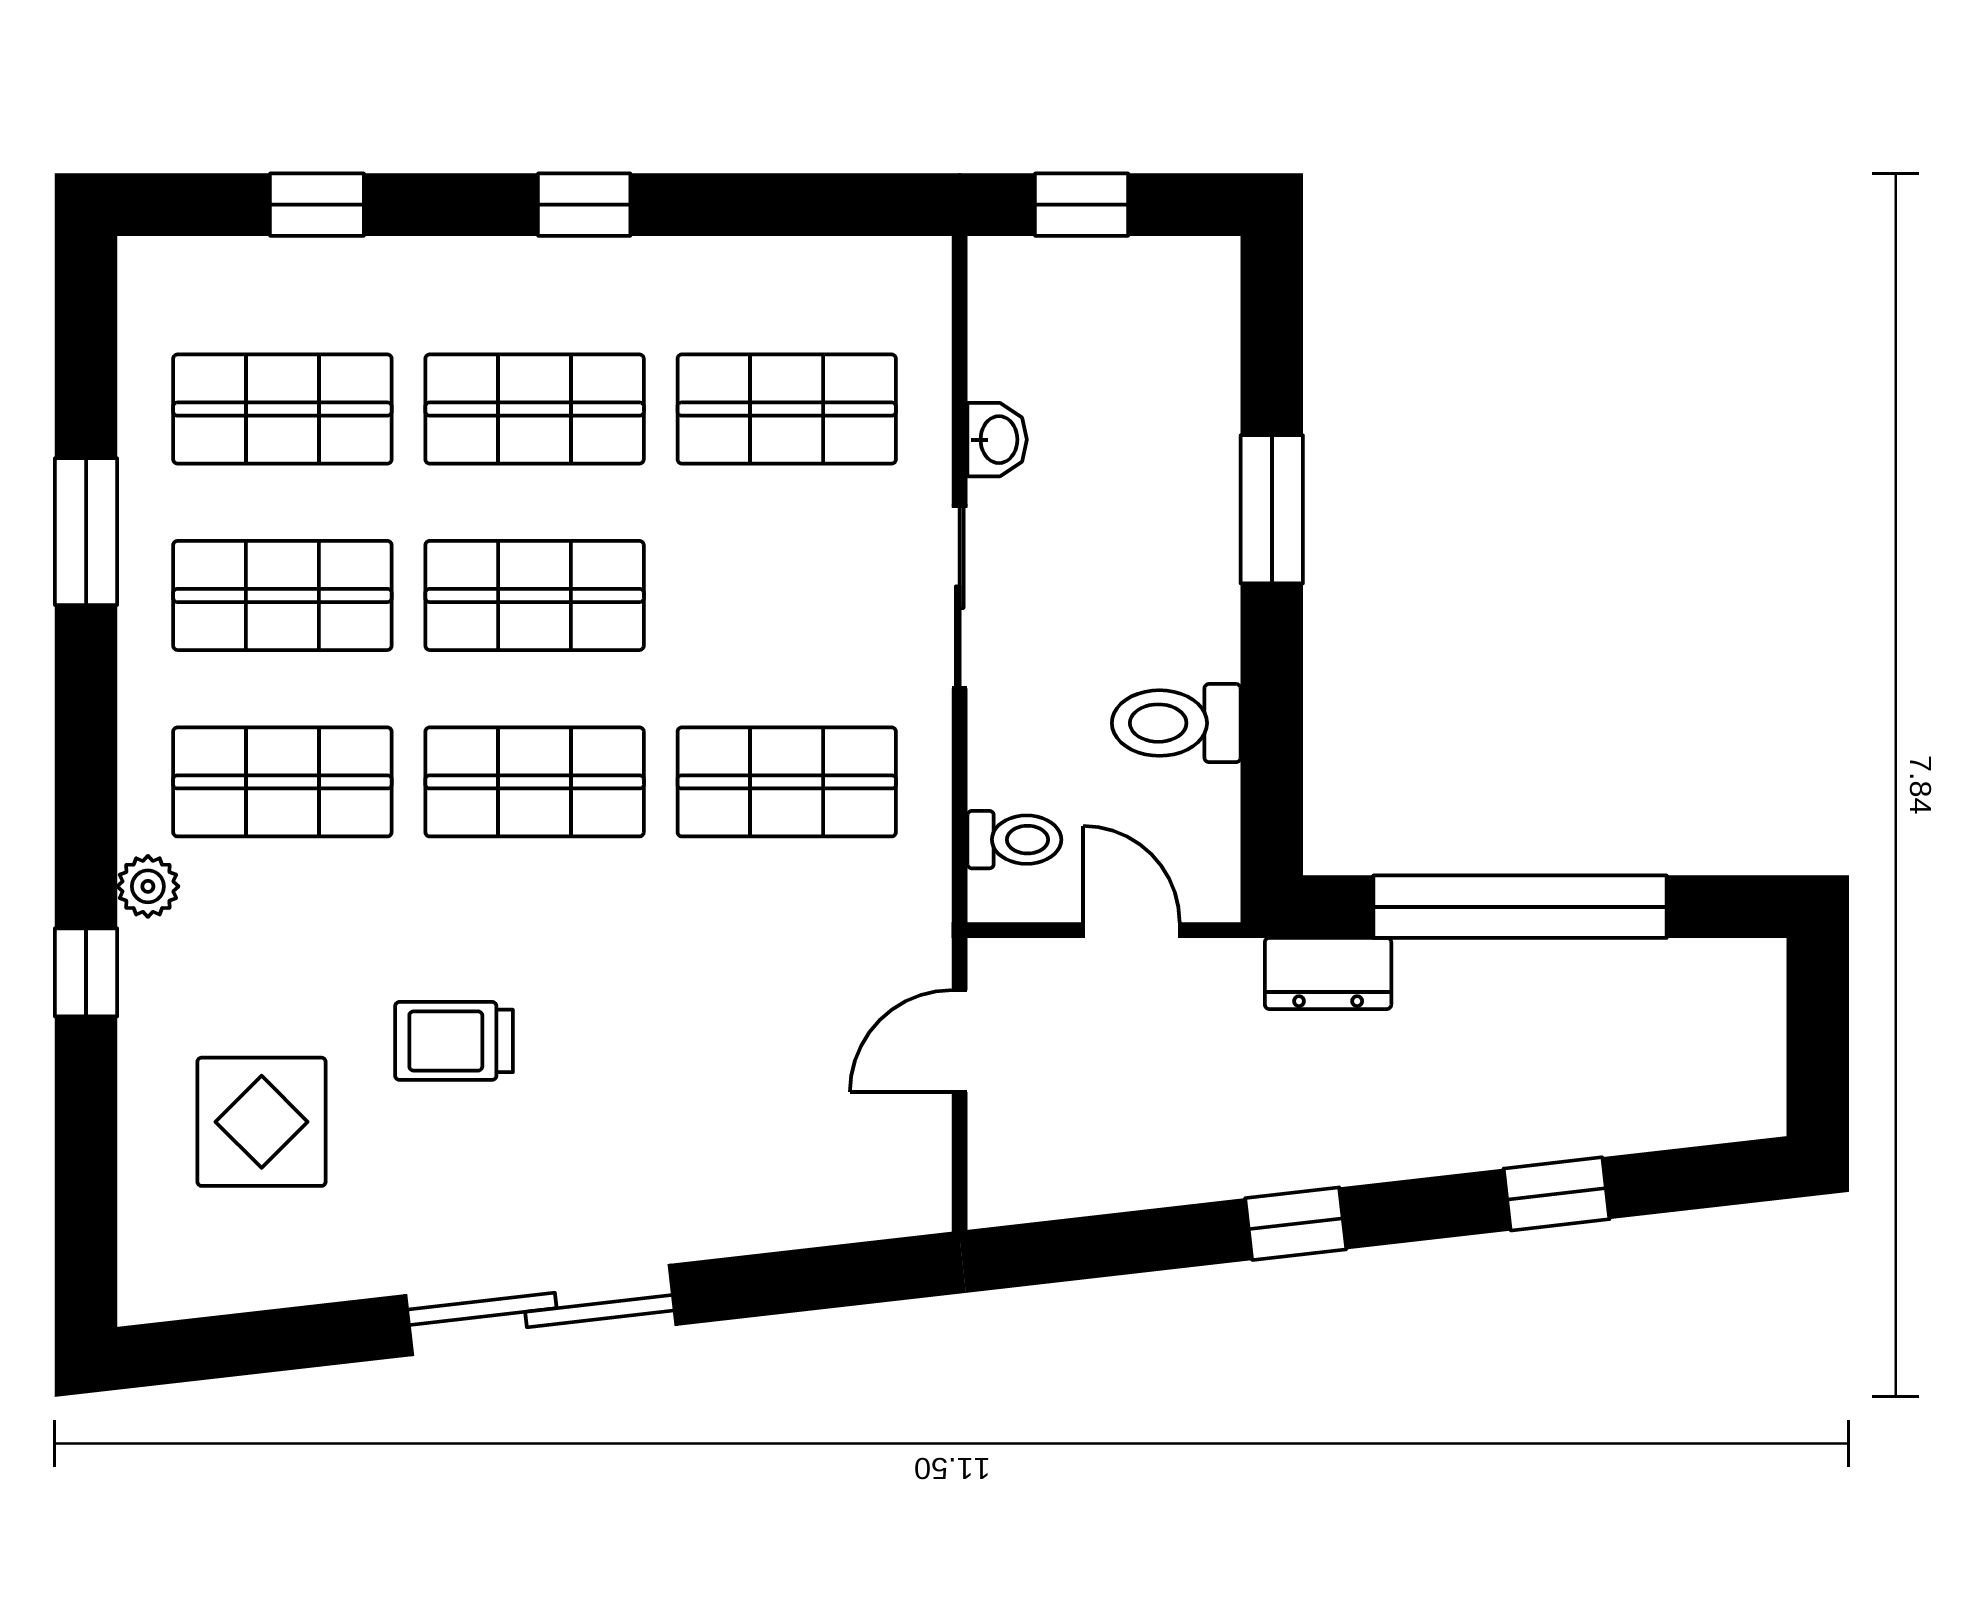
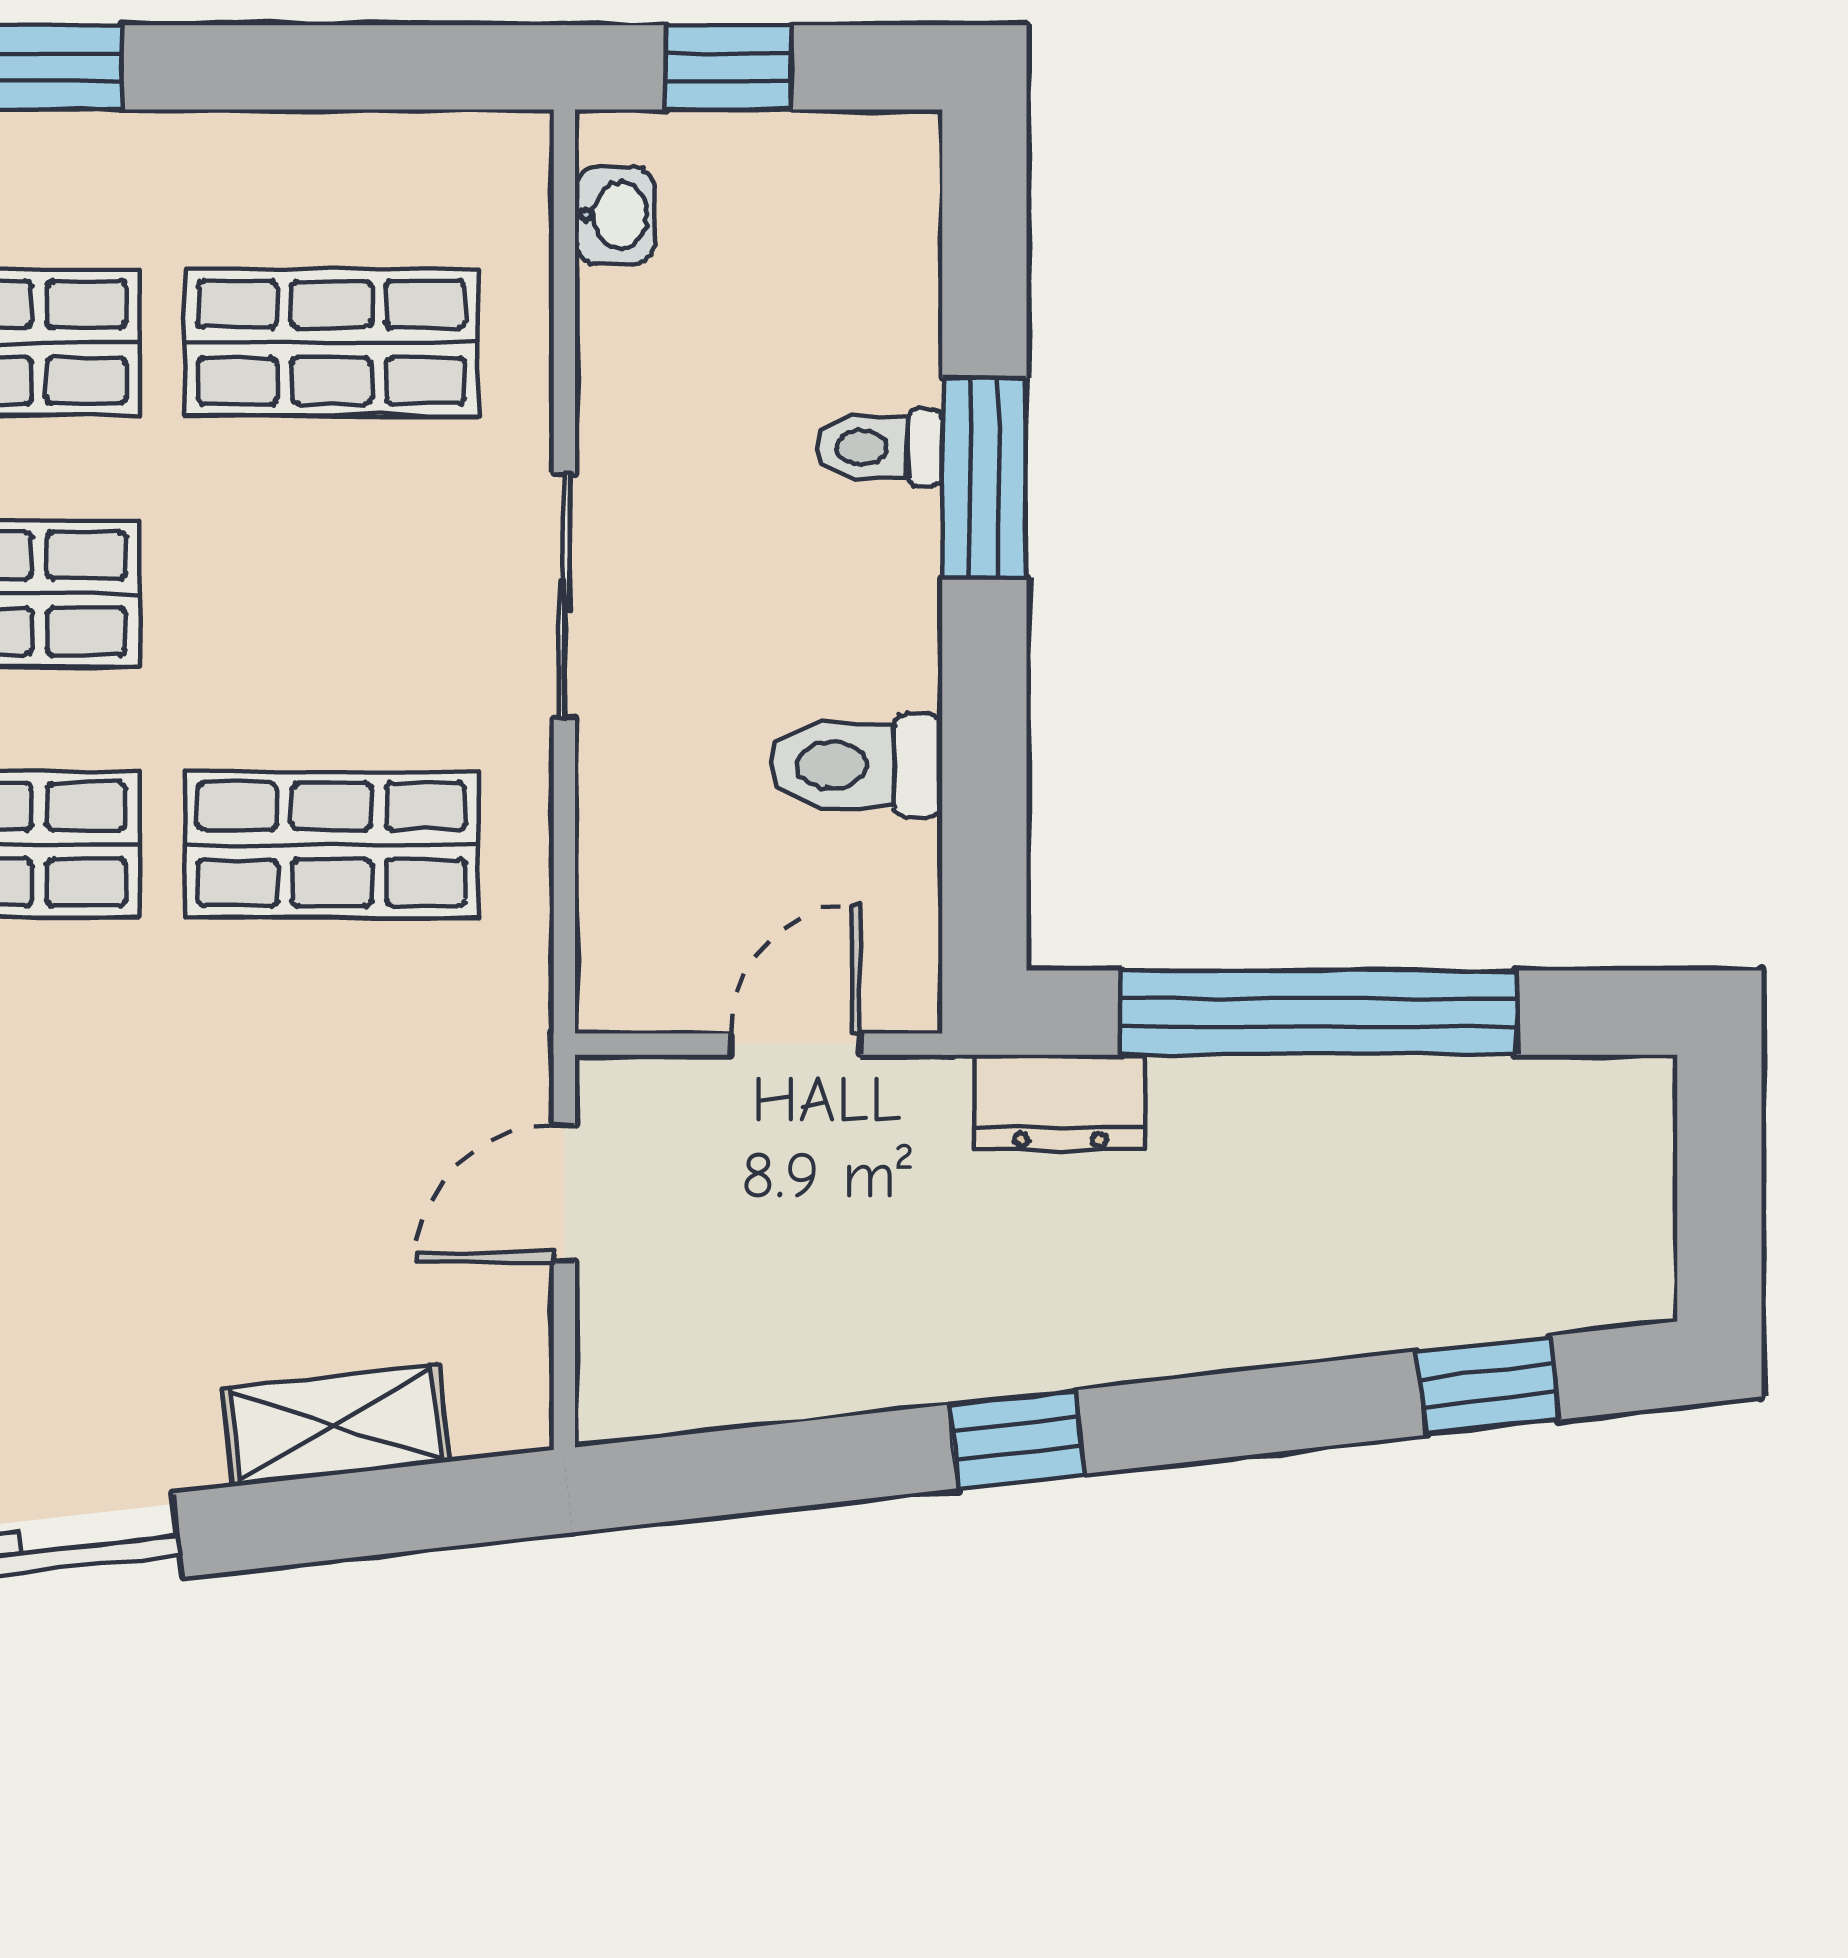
washbasin: (997, 440) -> (615, 215), moved
toilet: (1014, 840) -> (879, 447), moved, turned 180
door: (1131, 930) -> (796, 1044), hinge flipped
window: (1557, 1194) -> (1487, 1385), moved
shelving: (790, 1213) -> (336, 1425), added

